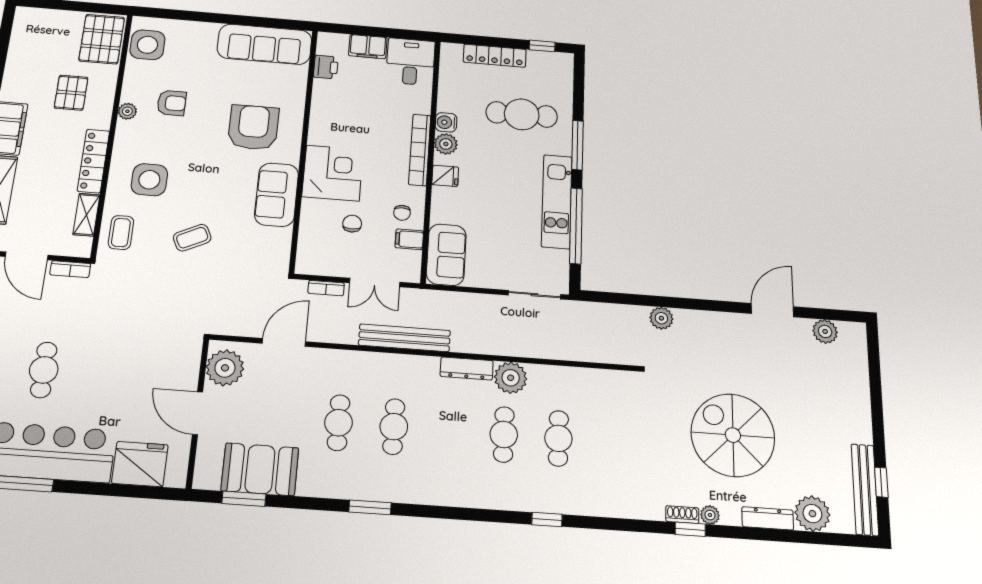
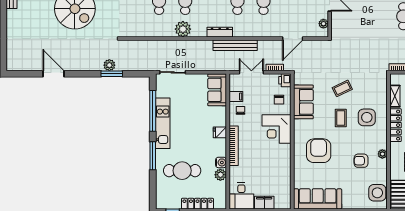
printer: (326, 67) -> (285, 80), moved
armchair: (253, 127) -> (319, 151), turned 180
plant: (446, 144) -> (220, 175), moved
sofa: (277, 195) -> (303, 102), moved
chair: (352, 224) -> (279, 100), moved
coffee table: (121, 233) -> (341, 118), moved
window: (656, 301) -> (112, 74), added
door: (772, 310) -> (53, 74), swing flipped
plant: (825, 331) -> (27, 65), removed
plant: (225, 368) -> (323, 24), width x0.53, depth x0.53
dresser: (467, 368) -> (220, 32), moved

